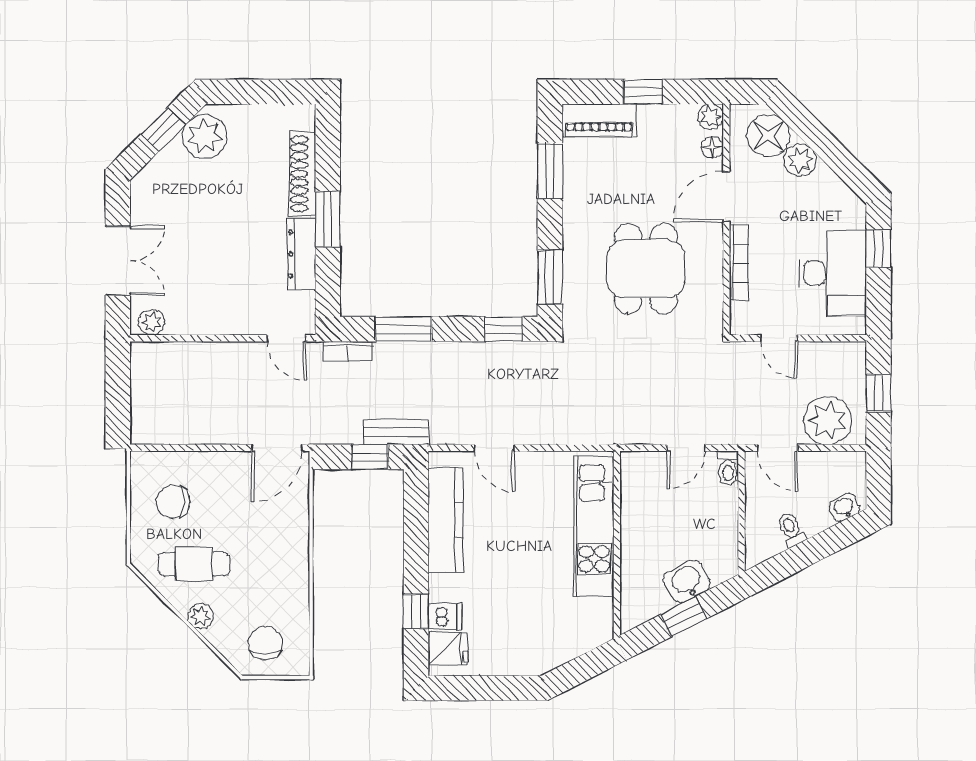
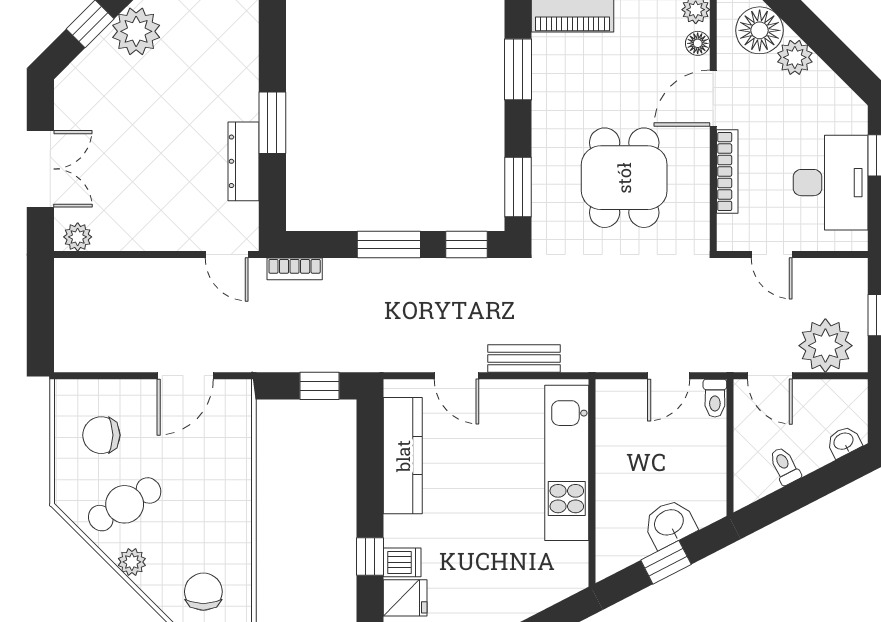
shoe rack: (303, 174) -> (245, 73), removed
window: (404, 329) -> (389, 244), moved
bench: (396, 432) -> (524, 359), moved
door: (277, 448) -> (185, 376), moved
cafe table: (194, 564) -> (125, 504), turned -30

